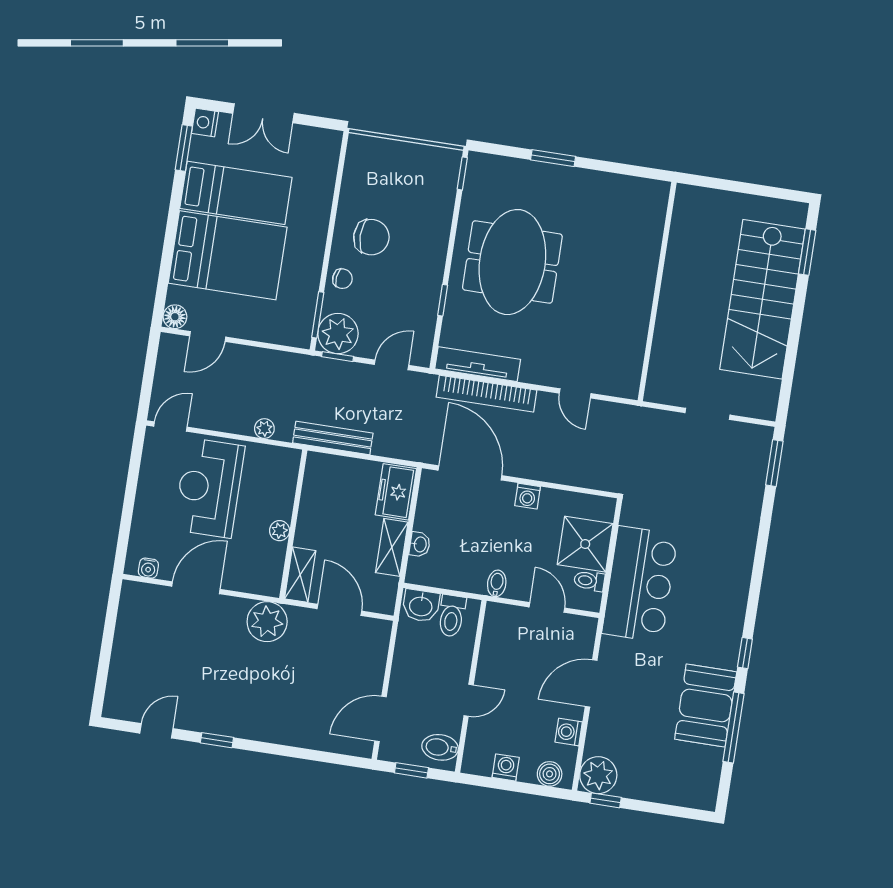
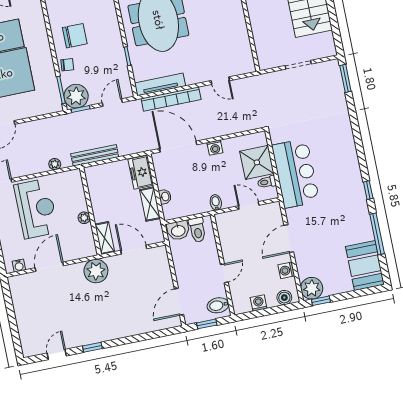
reception desk: (209, 488) -> (36, 209), turned 180
booth: (706, 706) -> (365, 266), moved

